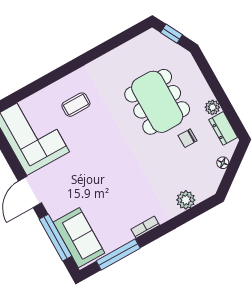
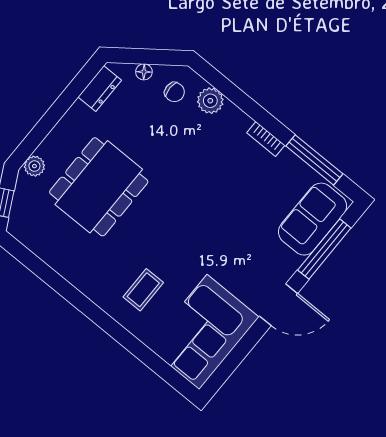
coffee table: (76, 105) -> (143, 290), turned 90
plant: (212, 107) -> (34, 166), moved
chair: (187, 138) -> (174, 92), moved

